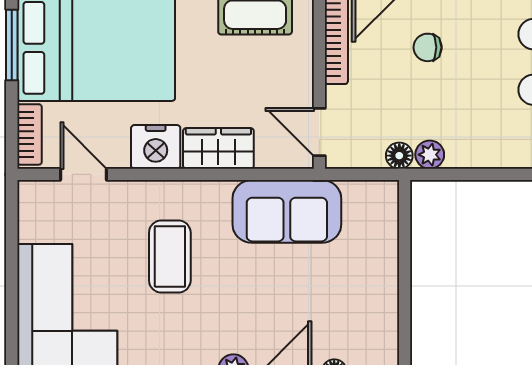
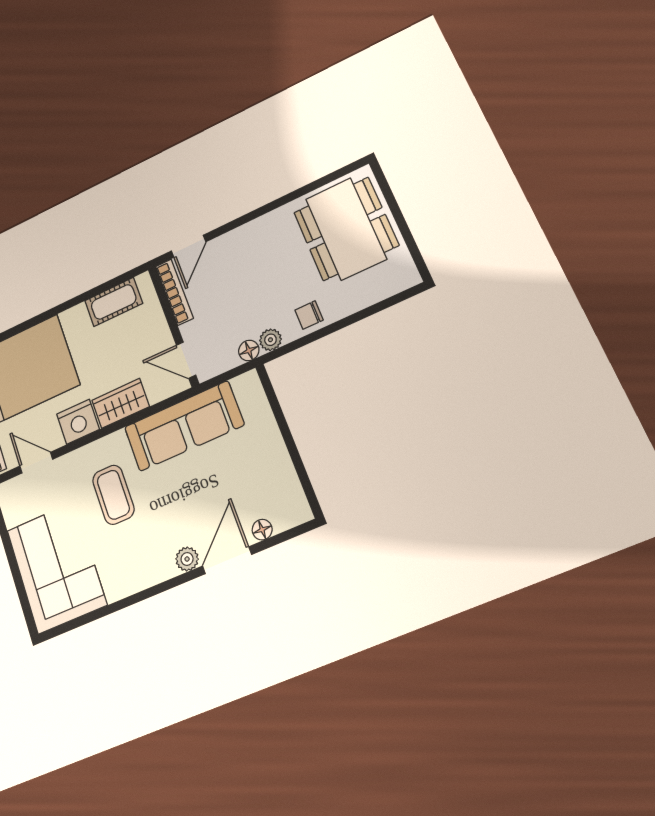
chair: (428, 47) -> (309, 315), moved
sofa: (287, 211) -> (184, 426), width x1.36

